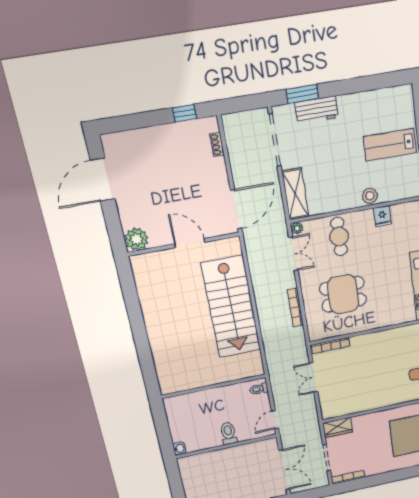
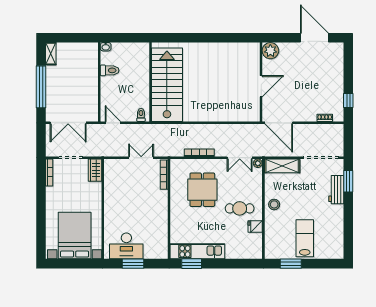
stool: (370, 196) -> (274, 204), moved
cafe table: (339, 236) -> (240, 208), moved
stairs: (231, 307) -> (167, 85), moved, turned 90
toilet: (228, 433) -> (110, 70), moved

